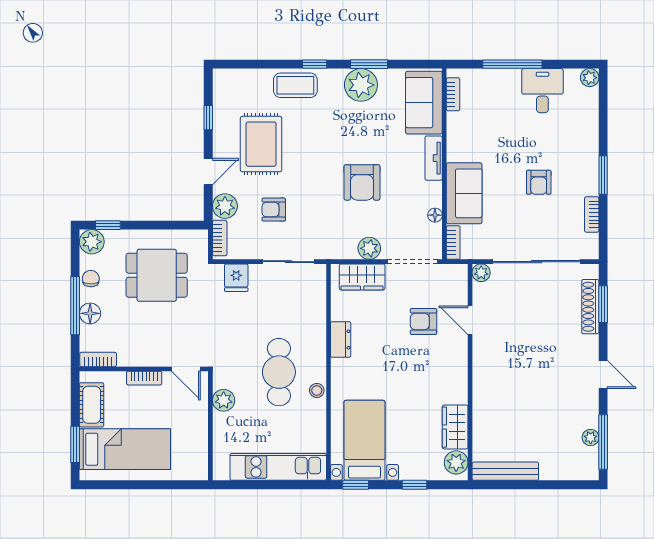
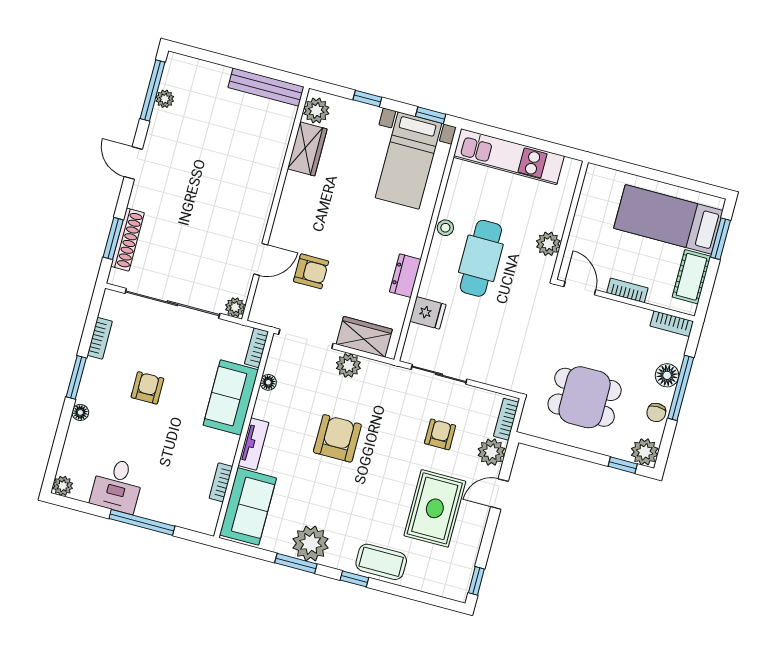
bookcase: (453, 94) -> (221, 482), moved
window: (208, 118) -> (476, 581), moved
floor lamp: (591, 145) -> (80, 412), added
armchair: (274, 210) -> (440, 434), turned -90
fridge: (236, 278) -> (428, 313), moved, turned 90
door: (470, 320) -> (261, 259), hinge flipped

